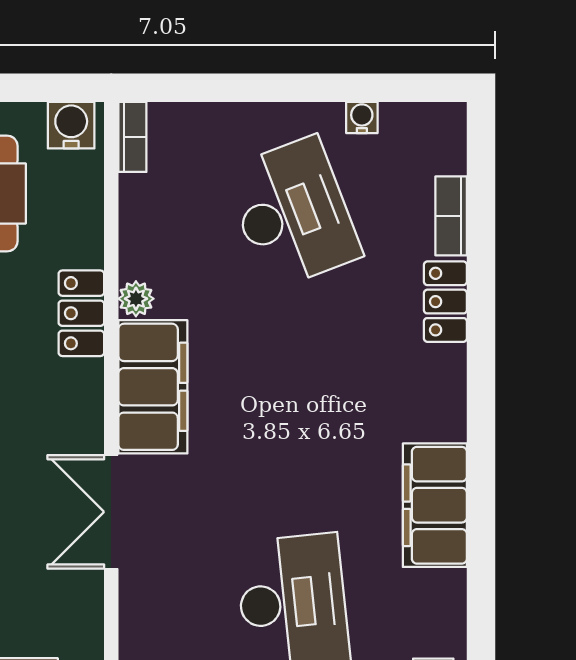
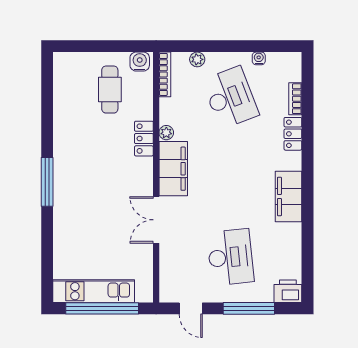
plant: (212, 120) -> (197, 59), added
bookcase: (132, 137) -> (165, 74), width x1.56
filing cabinet: (435, 505) -> (289, 196), moved

